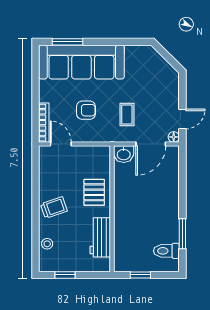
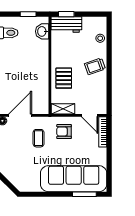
armchair: (86, 110) -> (64, 132), moved
shelving: (95, 152) -> (63, 109), added
washbasin: (124, 154) -> (42, 31), moved, turned -90
workbench: (100, 237) -> (66, 25), moved, turned 90
window: (65, 275) -> (66, 14), moved

